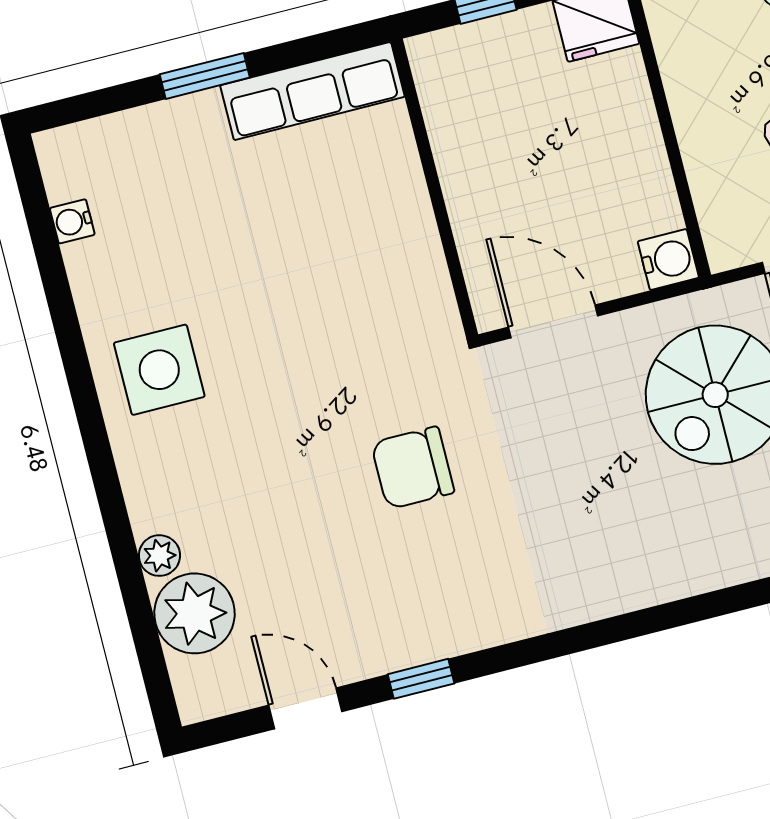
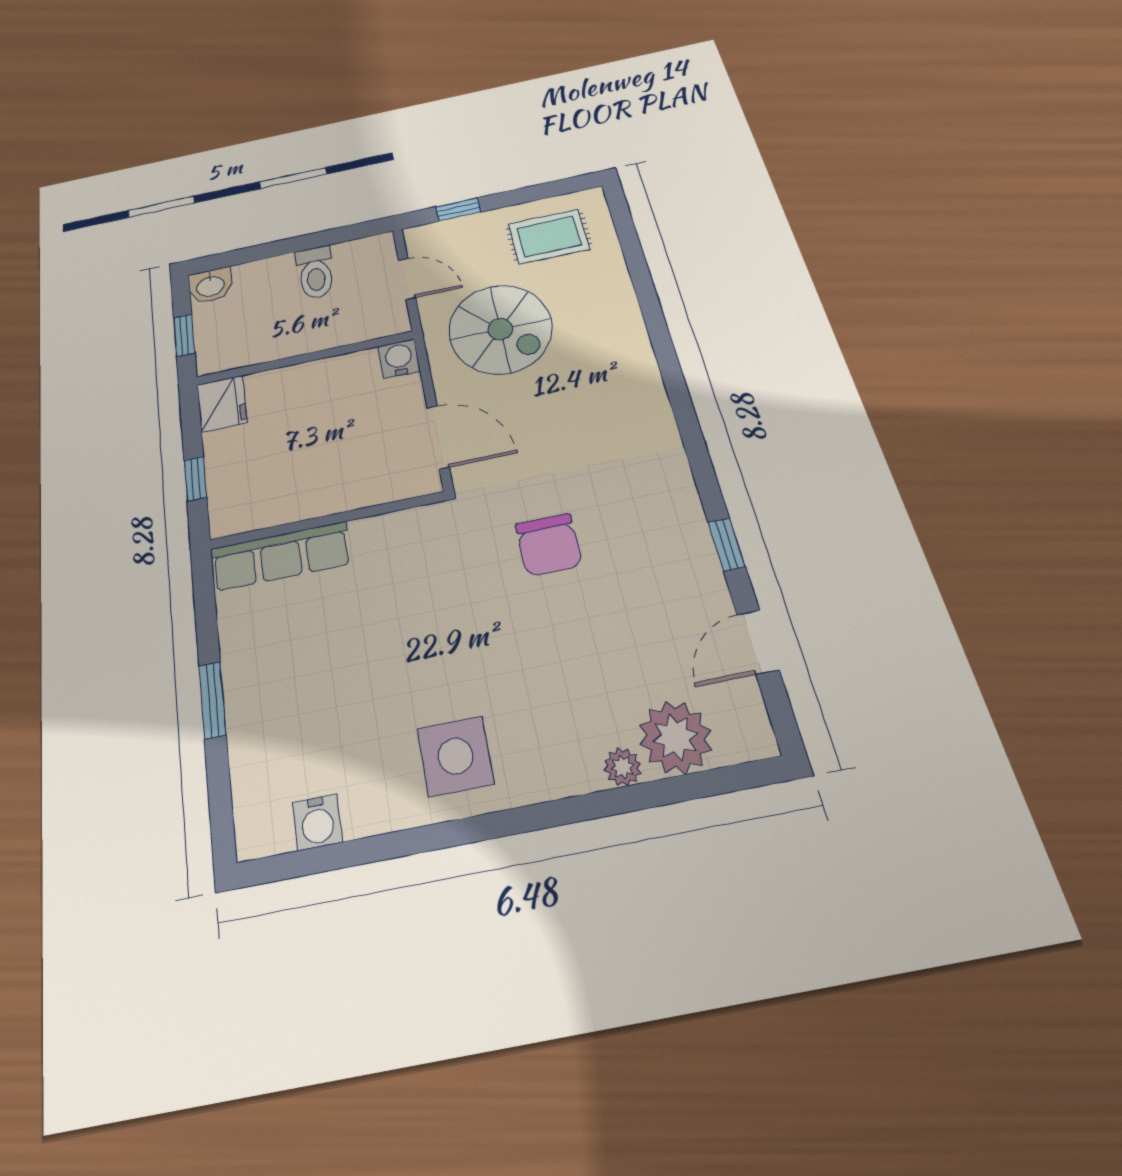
row of seats: (312, 91) -> (281, 556), moved, turned 90
water cooler: (72, 221) -> (317, 822), width x1.38, depth x1.38
door: (553, 321) -> (438, 437), swing flipped

